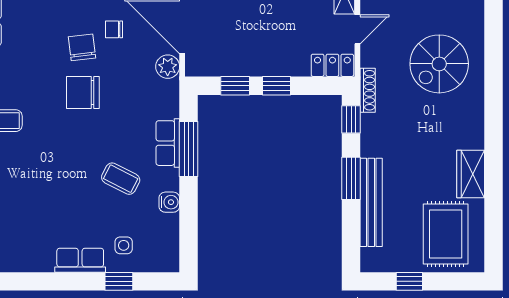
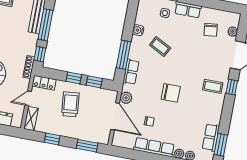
trolley: (273, 33) -> (70, 104), added
chair: (82, 47) -> (211, 30), moved
row of seats: (168, 143) -> (131, 72), moved
window: (351, 178) -> (45, 25), width x1.44

